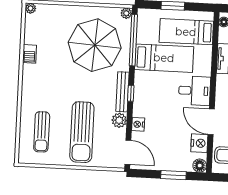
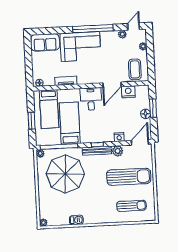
floor lamp: (200, 166) -> (146, 114), moved

